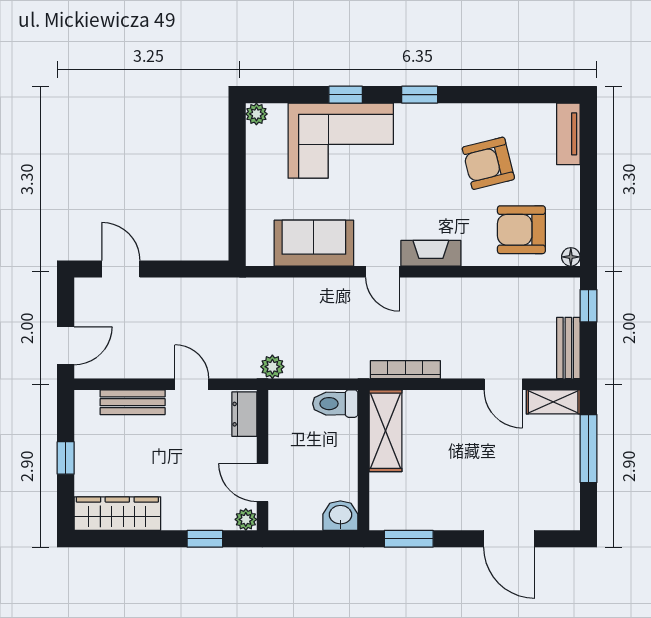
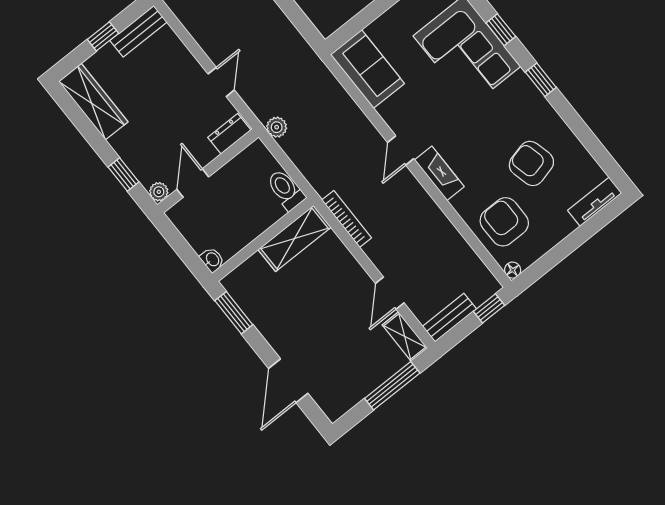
sofa: (314, 243) -> (367, 69), moved
bench: (133, 402) -> (138, 31), moved, turned 90
washbasin: (340, 516) -> (212, 260), width x0.72, depth x0.69

